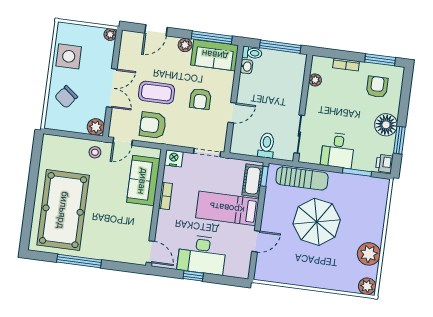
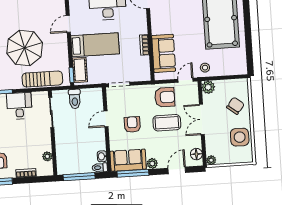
floor lamp: (127, 46) -> (196, 154), added
nightstand: (174, 158) -> (144, 75), removed
sun lounger: (302, 178) -> (42, 79), turned 180

